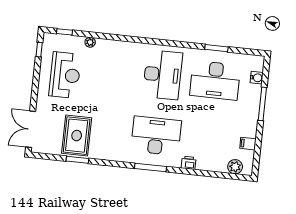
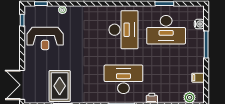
reception desk: (65, 75) -> (45, 38), turned 90

